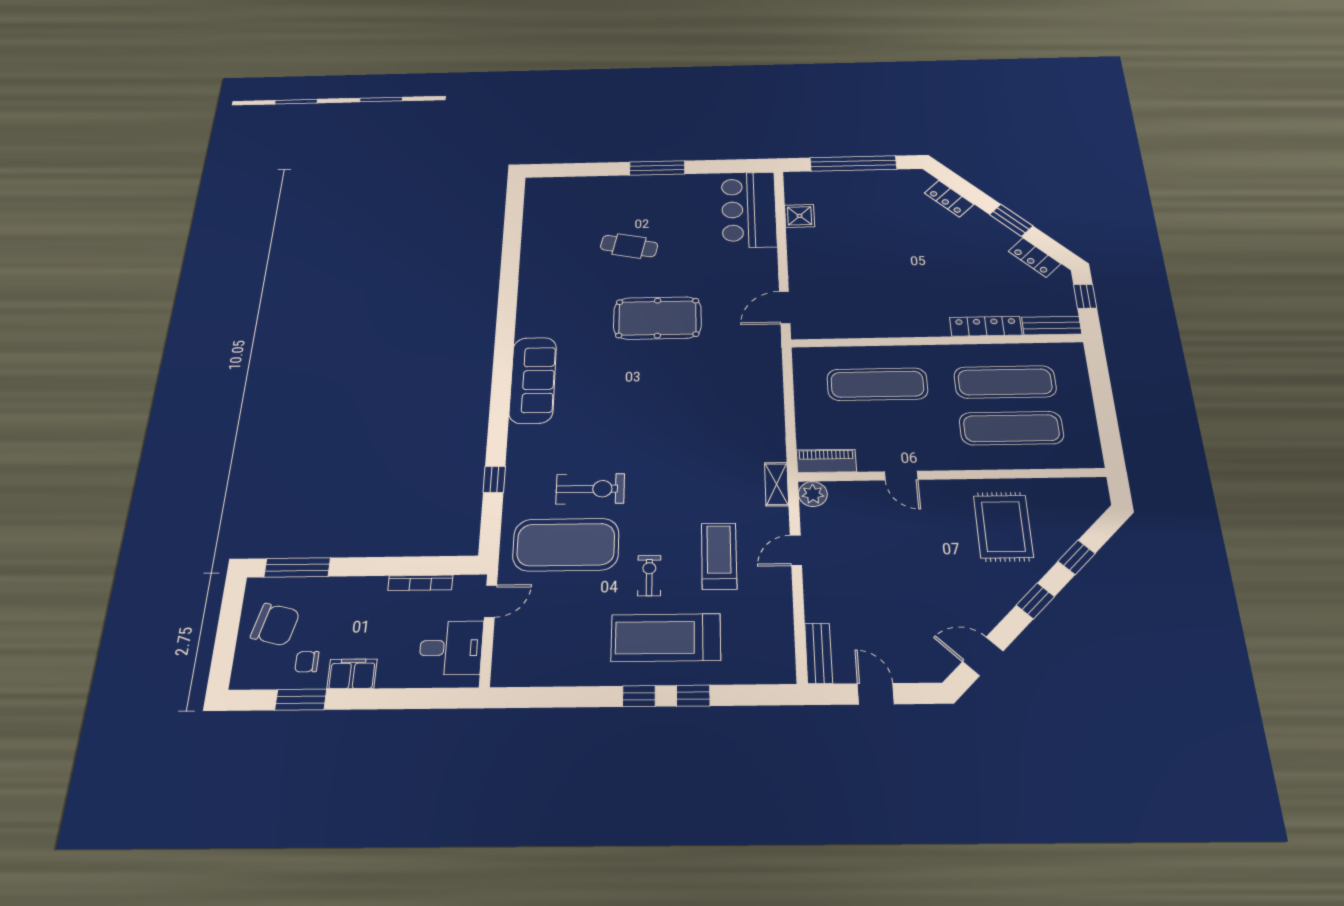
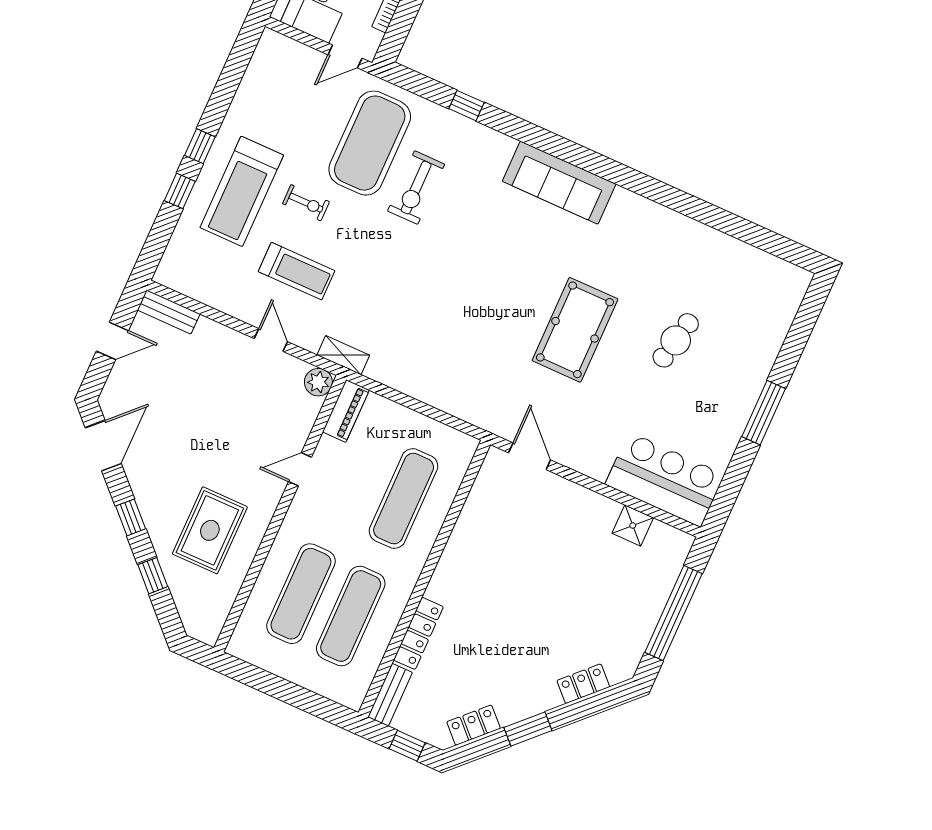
rug: (1003, 526) -> (210, 530), turned 90
door: (491, 601) -> (345, 56), hinge flipped
treadmill: (666, 638) -> (242, 191), turned 180
door: (983, 656) -> (103, 446), width x1.37

